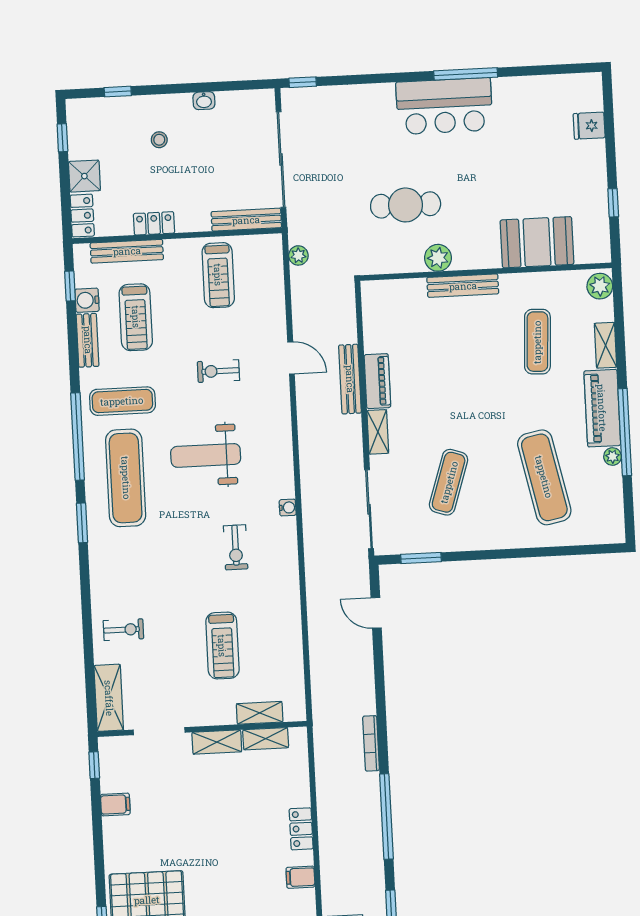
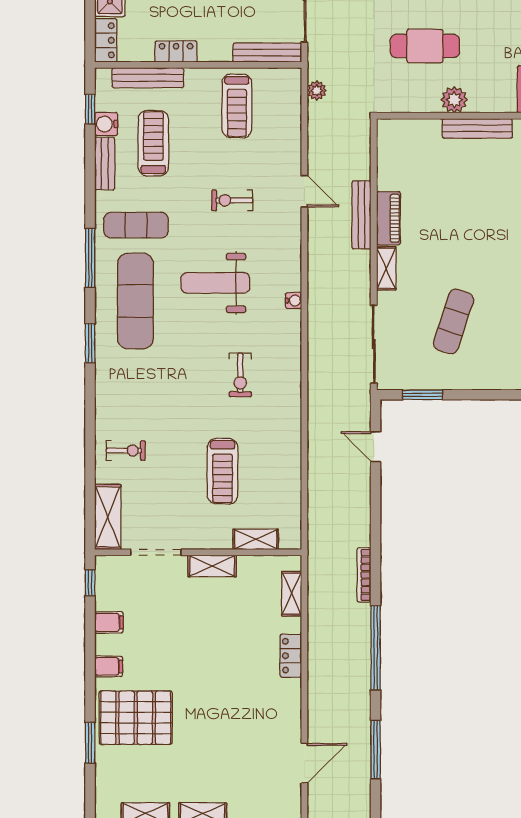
treadmill: (136, 317) -> (153, 143), turned 180
window: (78, 437) -> (90, 258), width x0.68
water cooler: (288, 508) -> (294, 301), moved
shelving: (266, 739) -> (292, 594), moved, turned 90
filing cabinet: (300, 877) -> (109, 666), moved, turned 180

